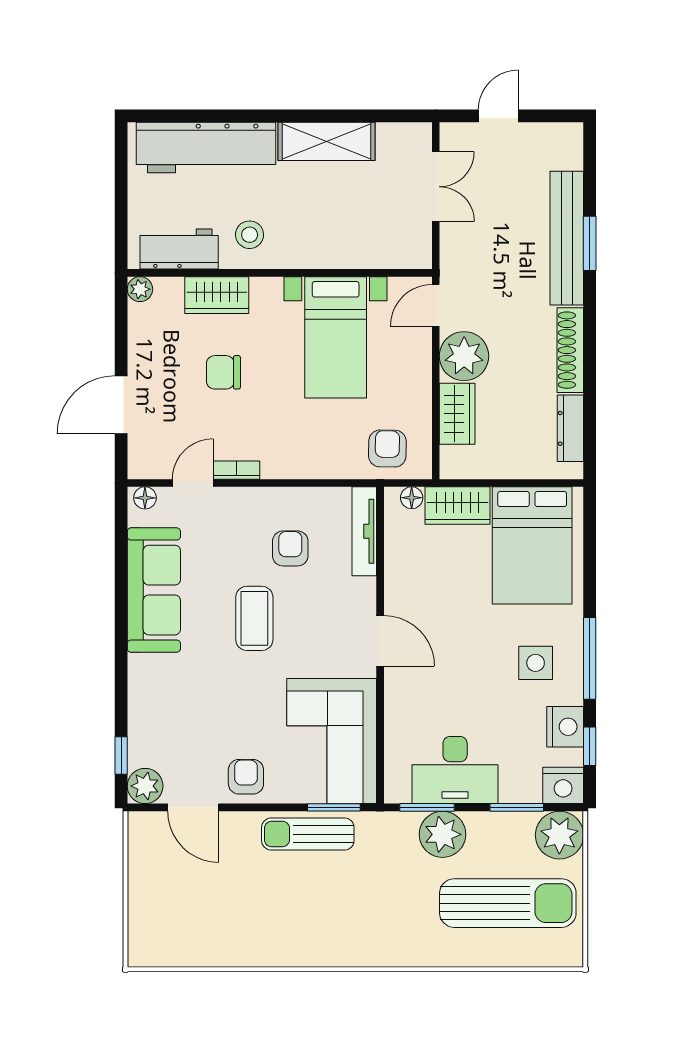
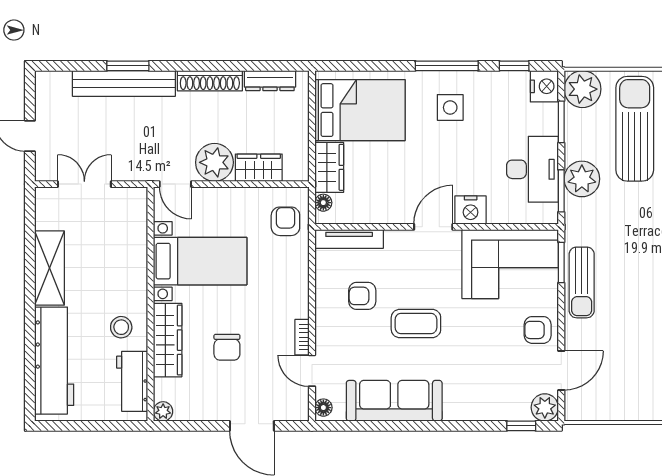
wardrobe: (217, 295) -> (168, 340), width x1.50
armchair: (387, 449) -> (285, 221), turned 89
nightstand: (565, 727) -> (471, 210), moved, turned 180

